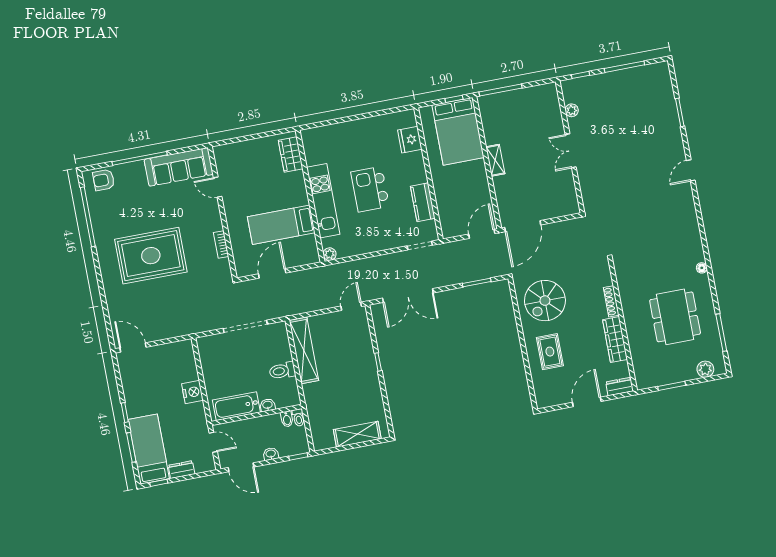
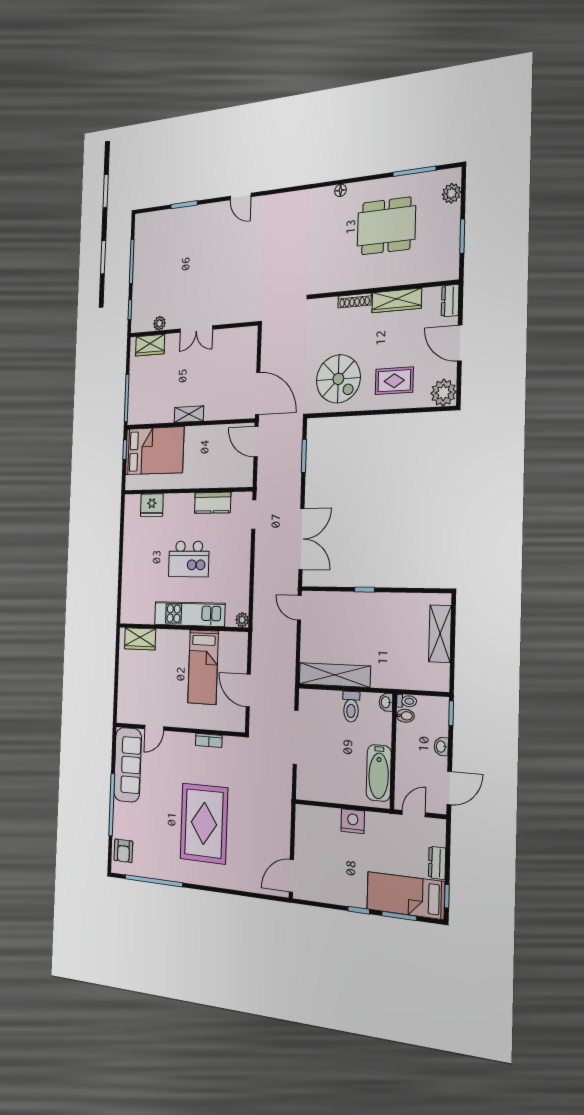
wardrobe: (551, 105) -> (150, 345), added
plant: (546, 396) -> (443, 393), added
washbasin: (268, 405) -> (386, 702), moved

